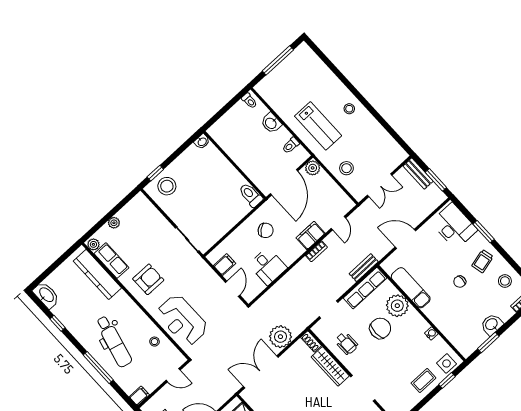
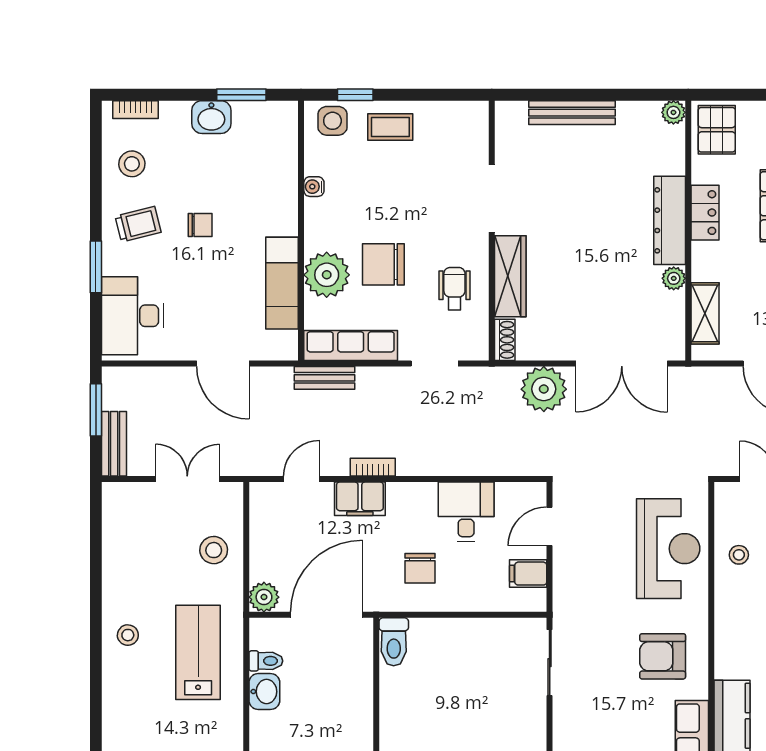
washbasin: (271, 123) -> (264, 692), moved
chair: (266, 230) -> (420, 568), turned -142

